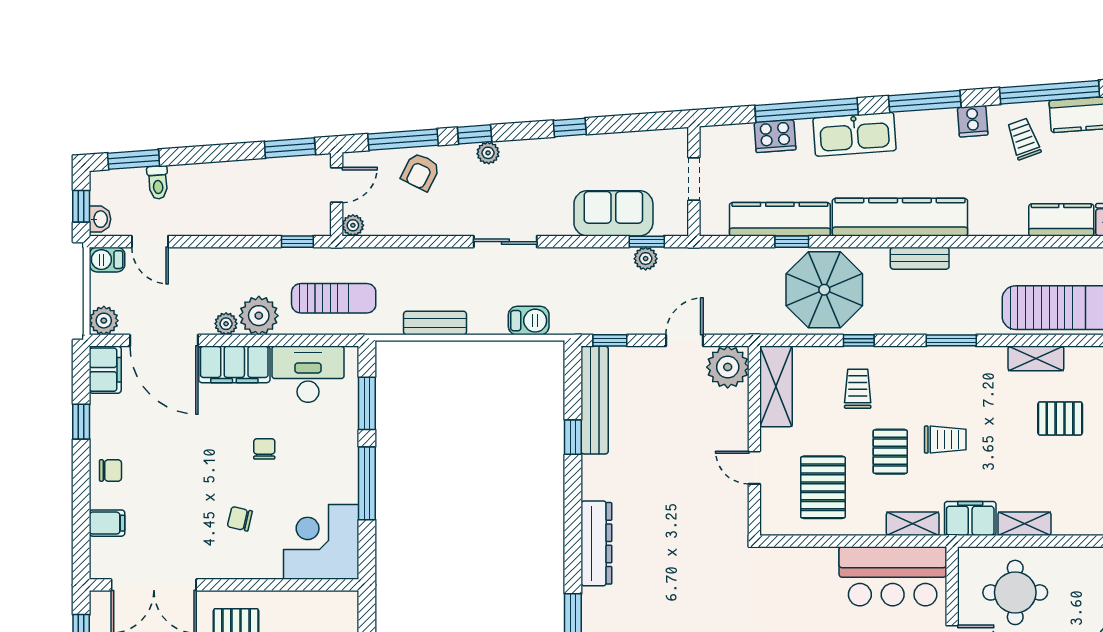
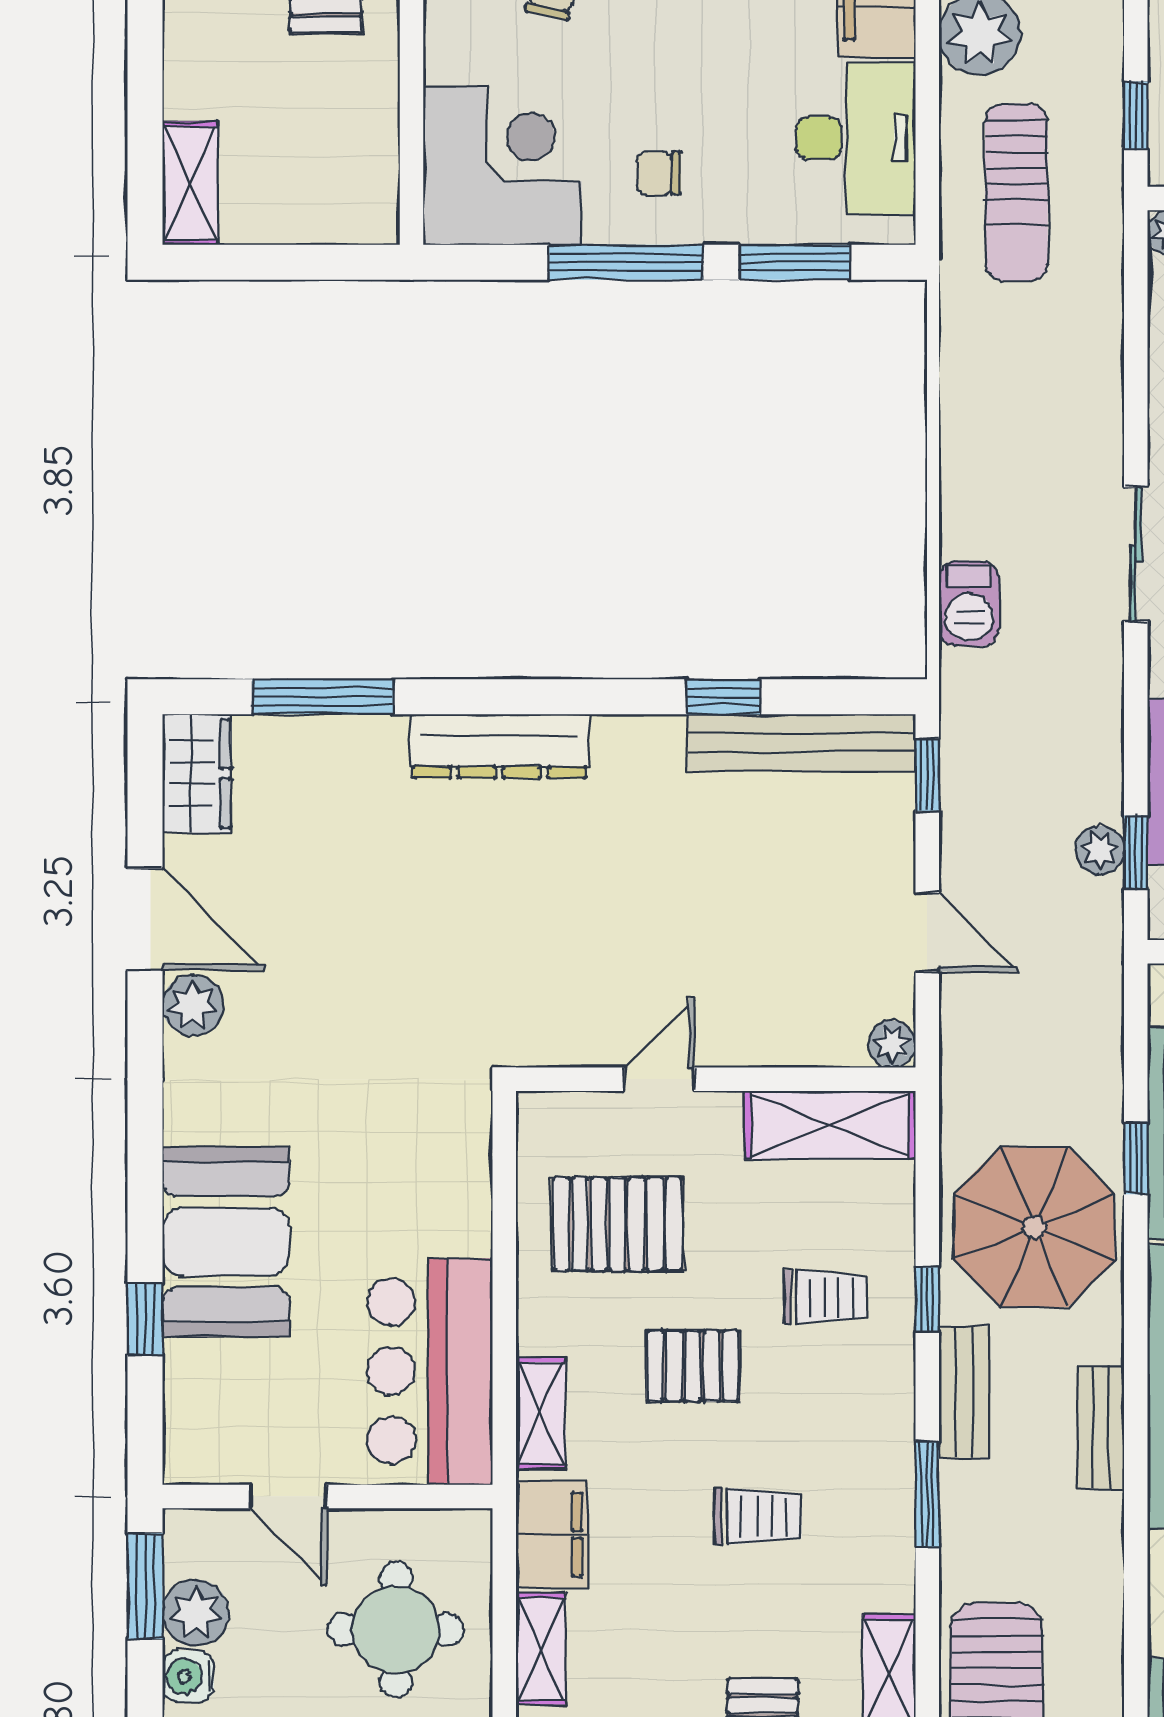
bench: (435, 323) -> (964, 1393), moved
plant: (728, 367) -> (892, 1044), width x0.53, depth x0.53
trolley: (945, 440) -> (758, 1516), moved, turned -90
chair: (264, 449) -> (659, 173), moved, turned 180

